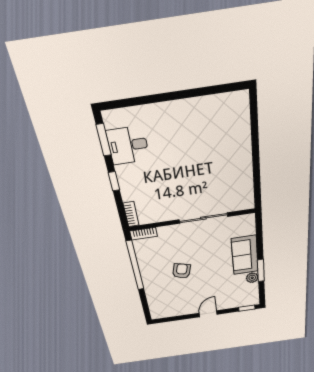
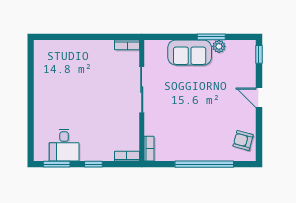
bookcase: (249, 197) -> (127, 45), added
window: (135, 266) -> (204, 164), moved
armchair: (182, 271) -> (243, 140), moved

